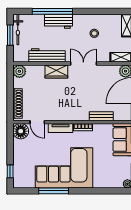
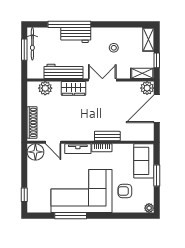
plant: (19, 71) -> (45, 88), moved
bench: (101, 116) -> (107, 136), moved
armchair: (105, 168) -> (125, 191), added

